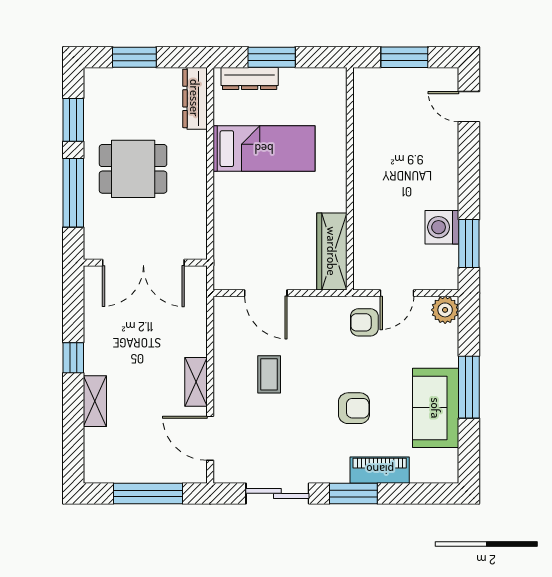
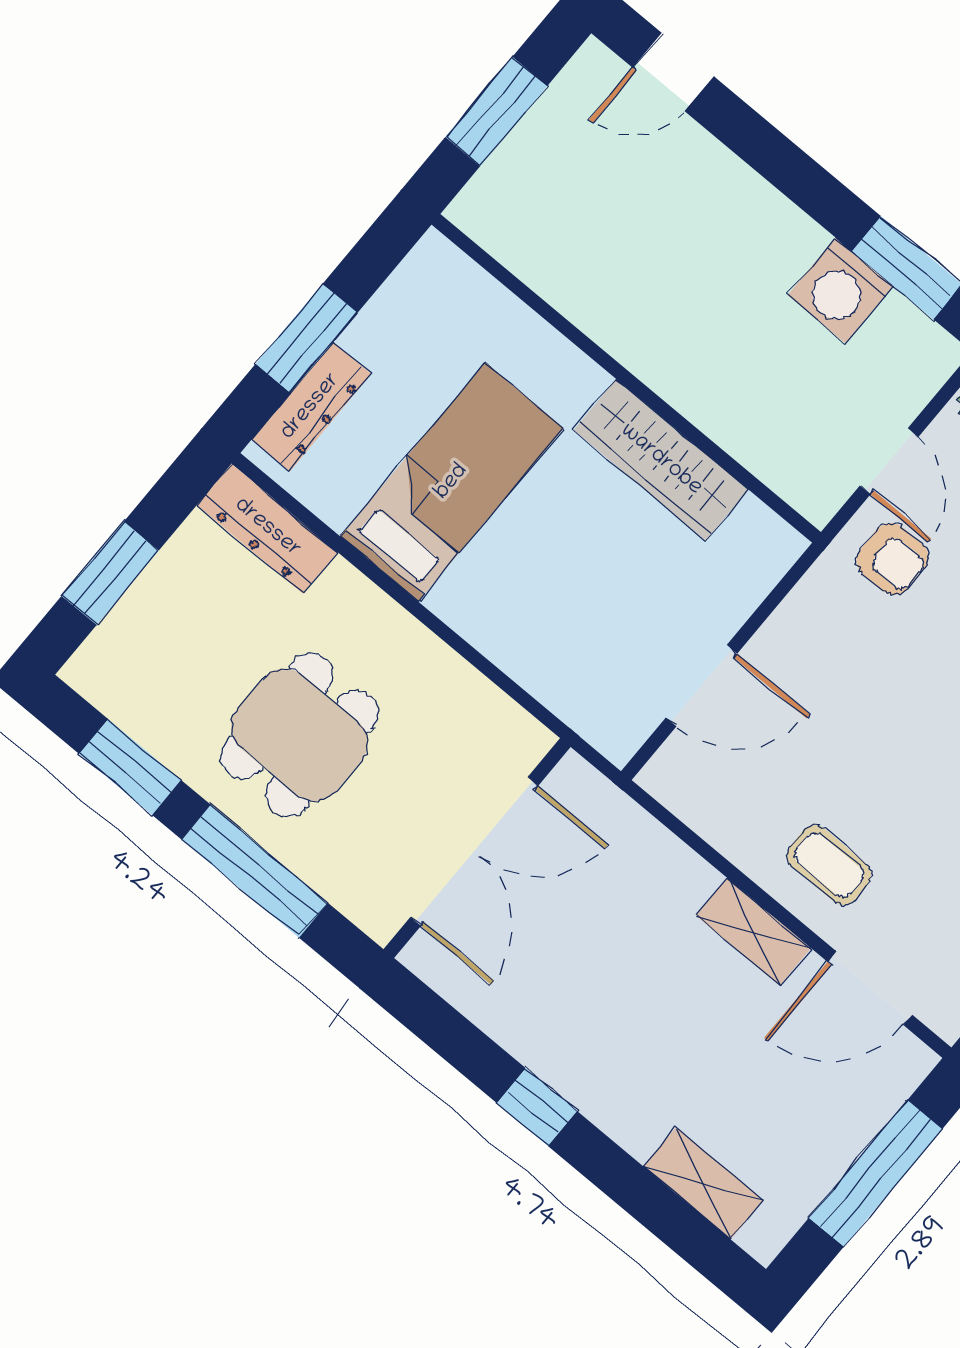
wardrobe: (332, 251) -> (661, 460), moved
armchair: (364, 322) -> (892, 559), turned -90
coffee table: (269, 374) -> (829, 865), moved
shelving: (95, 401) -> (703, 1183), moved

